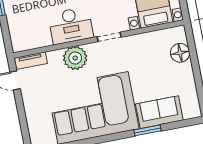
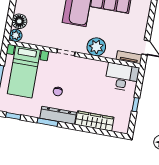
desk: (71, 26) -> (122, 77), moved
plant: (178, 34) -> (16, 35), added

